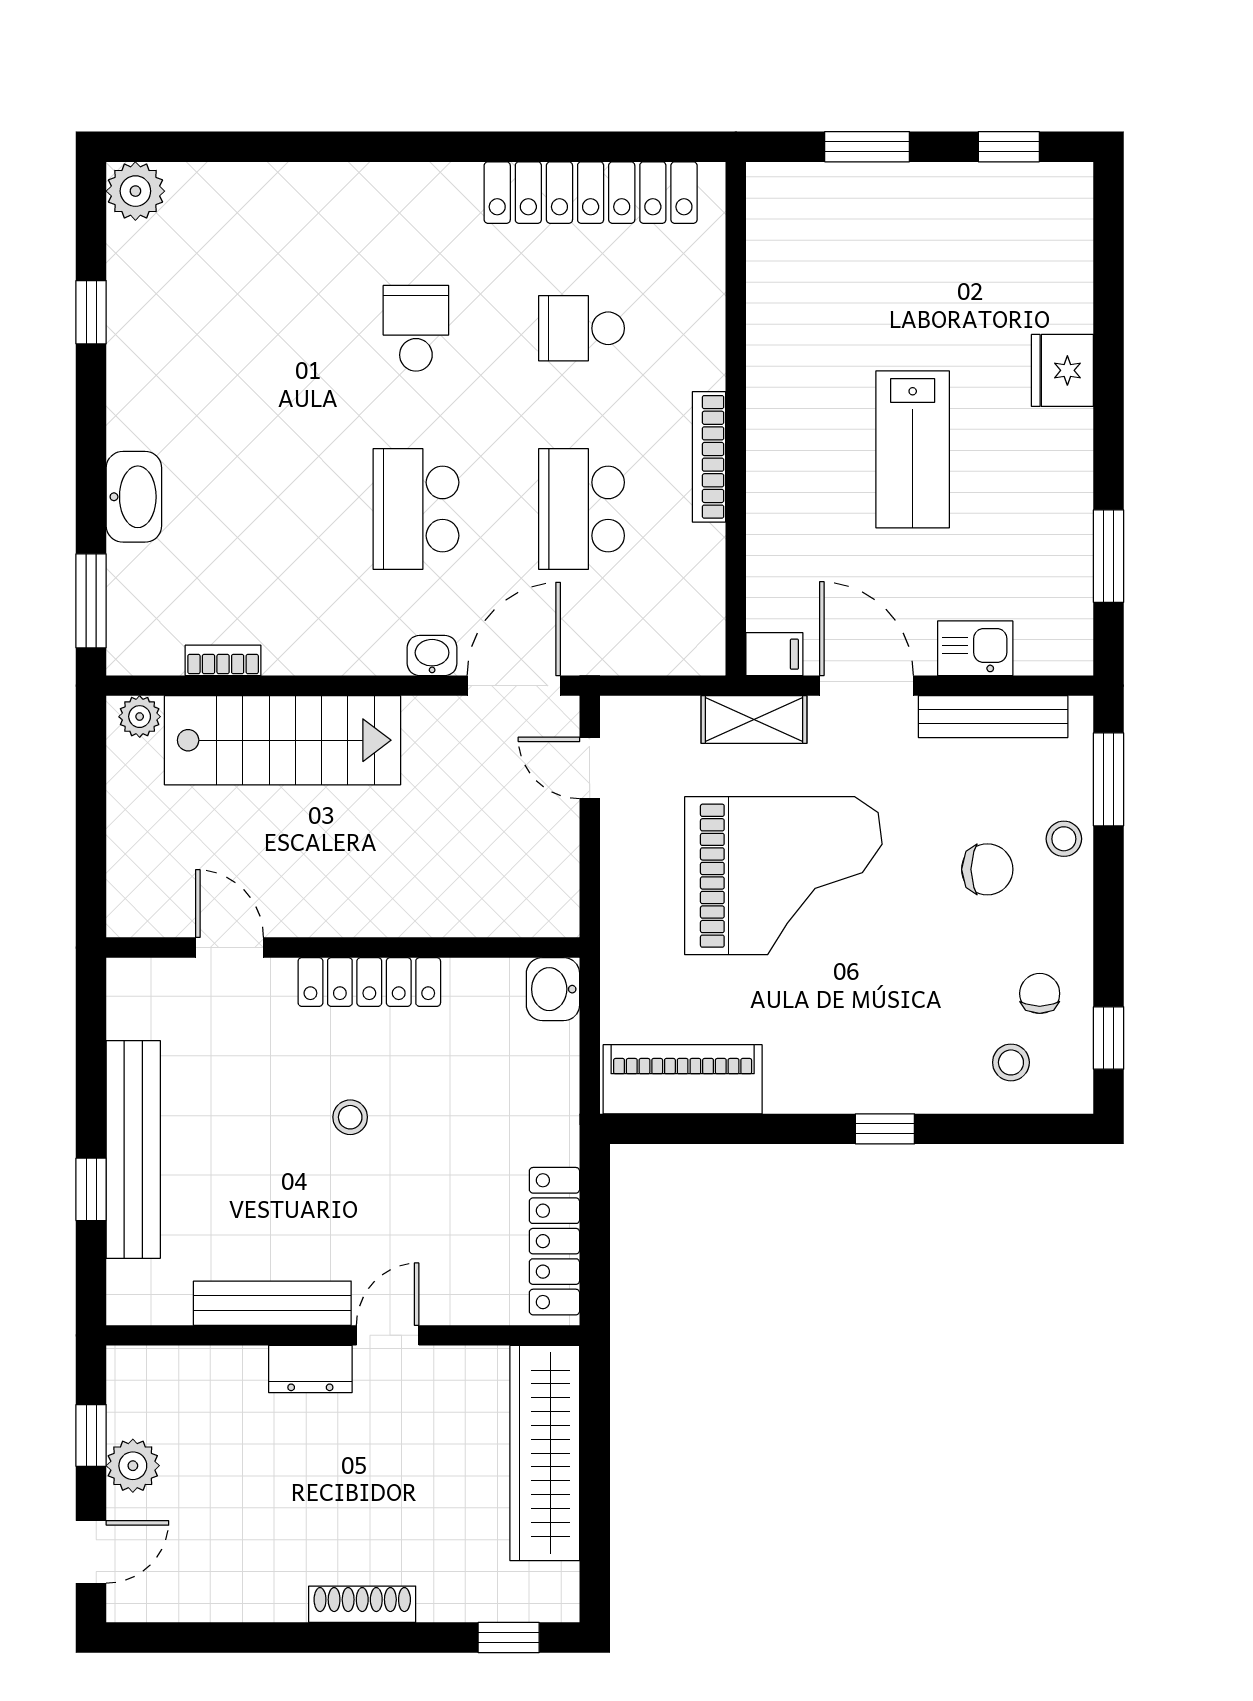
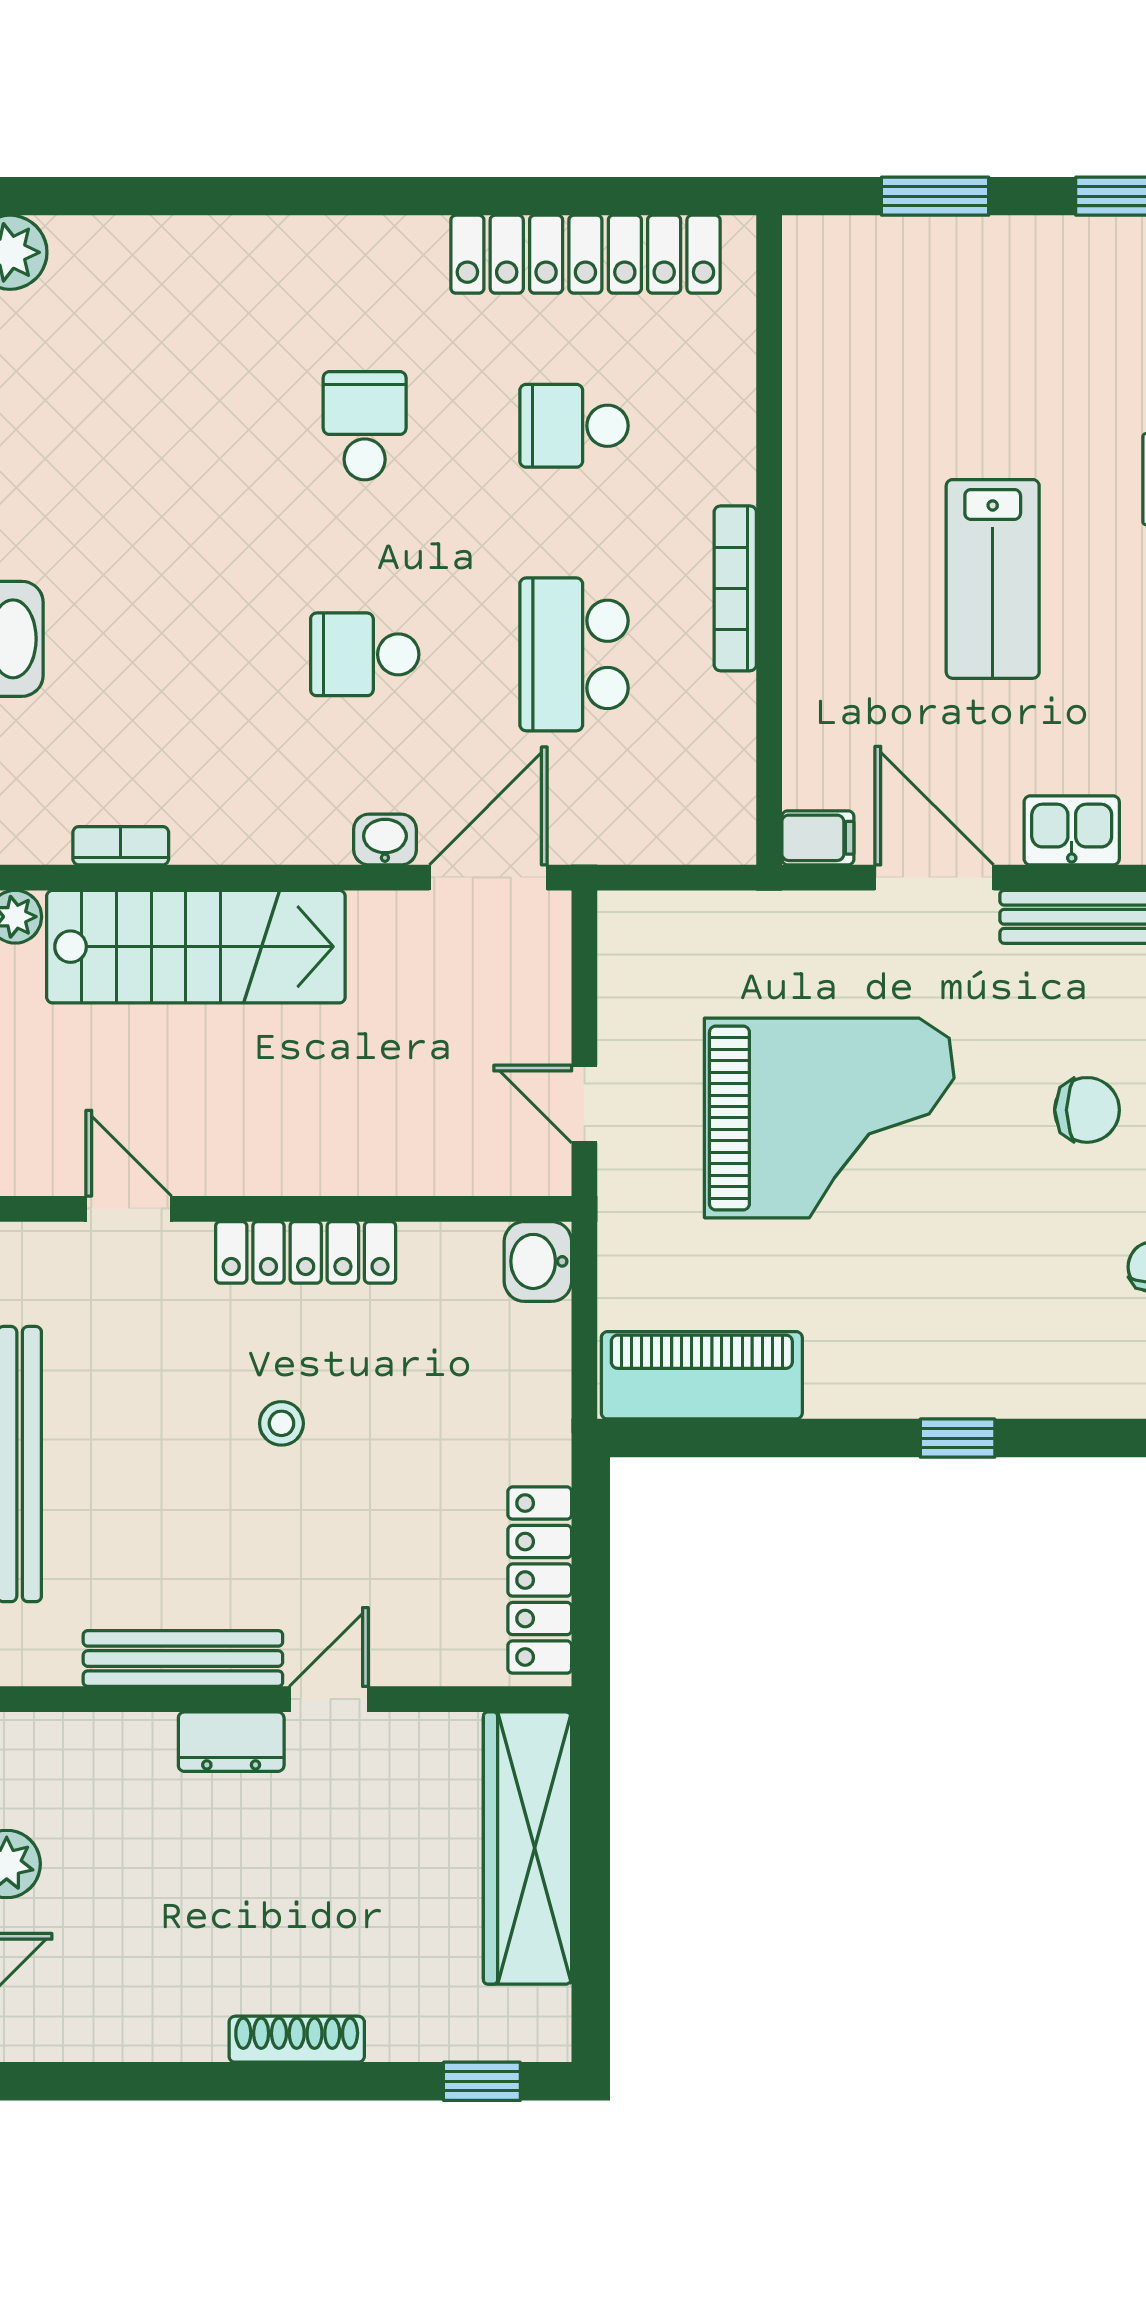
school desk: (416, 509) -> (365, 654), width x0.54
shelving: (754, 719) -> (792, 920), removed
door: (590, 768) -> (584, 1104), moved
stool: (1011, 1062) -> (1117, 1354), removed

